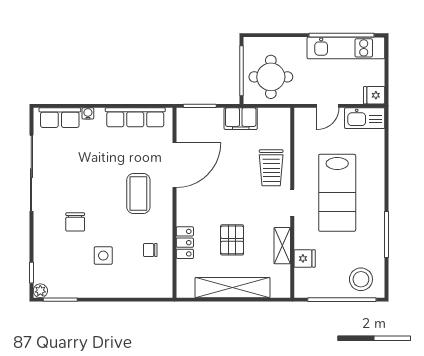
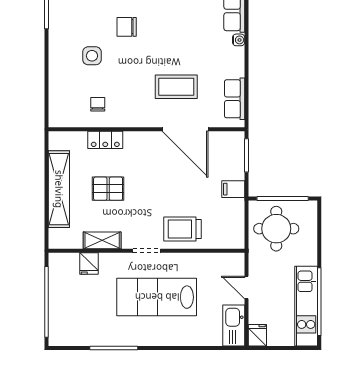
row of seats: (135, 117) -> (235, 99), width x0.68
filing cabinet: (241, 119) -> (233, 189), width x0.50
coffee table: (138, 193) -> (176, 87), moved
stool: (361, 279) -> (67, 322), removed

